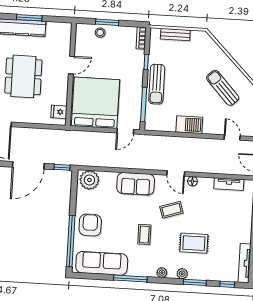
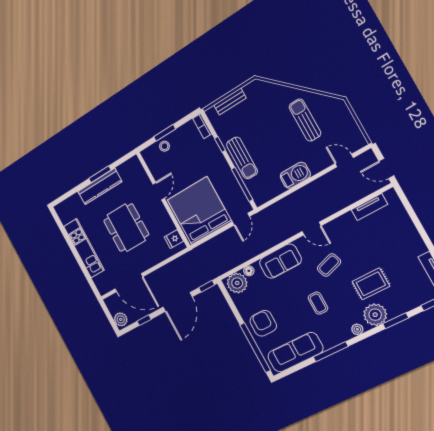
sun lounger: (223, 88) -> (305, 120), turned 43
floor lamp: (192, 181) -> (249, 271), moved
plant: (182, 274) -> (375, 315), width x1.87, depth x1.87

